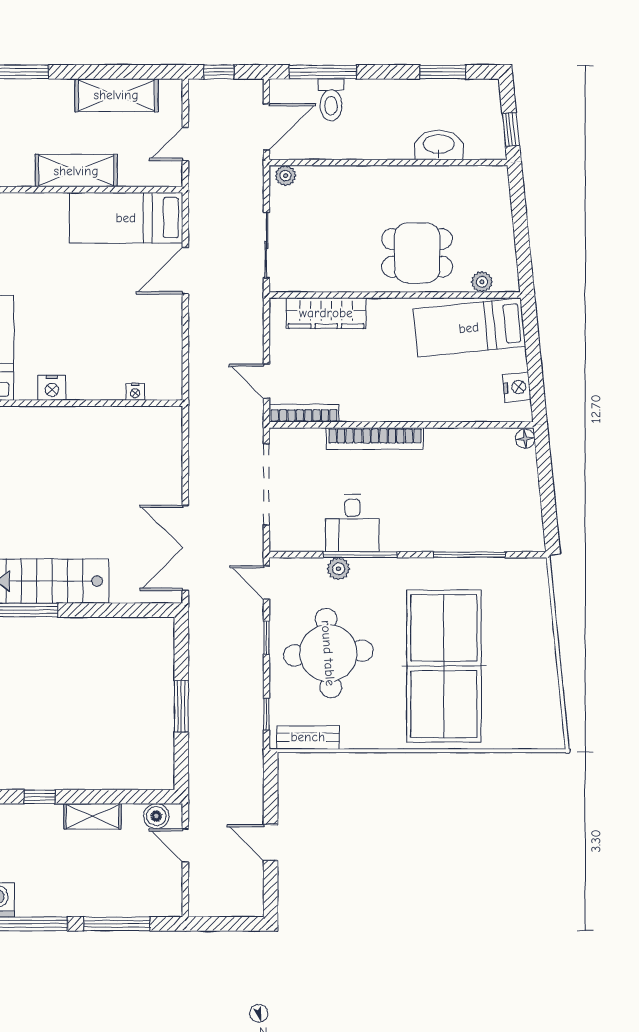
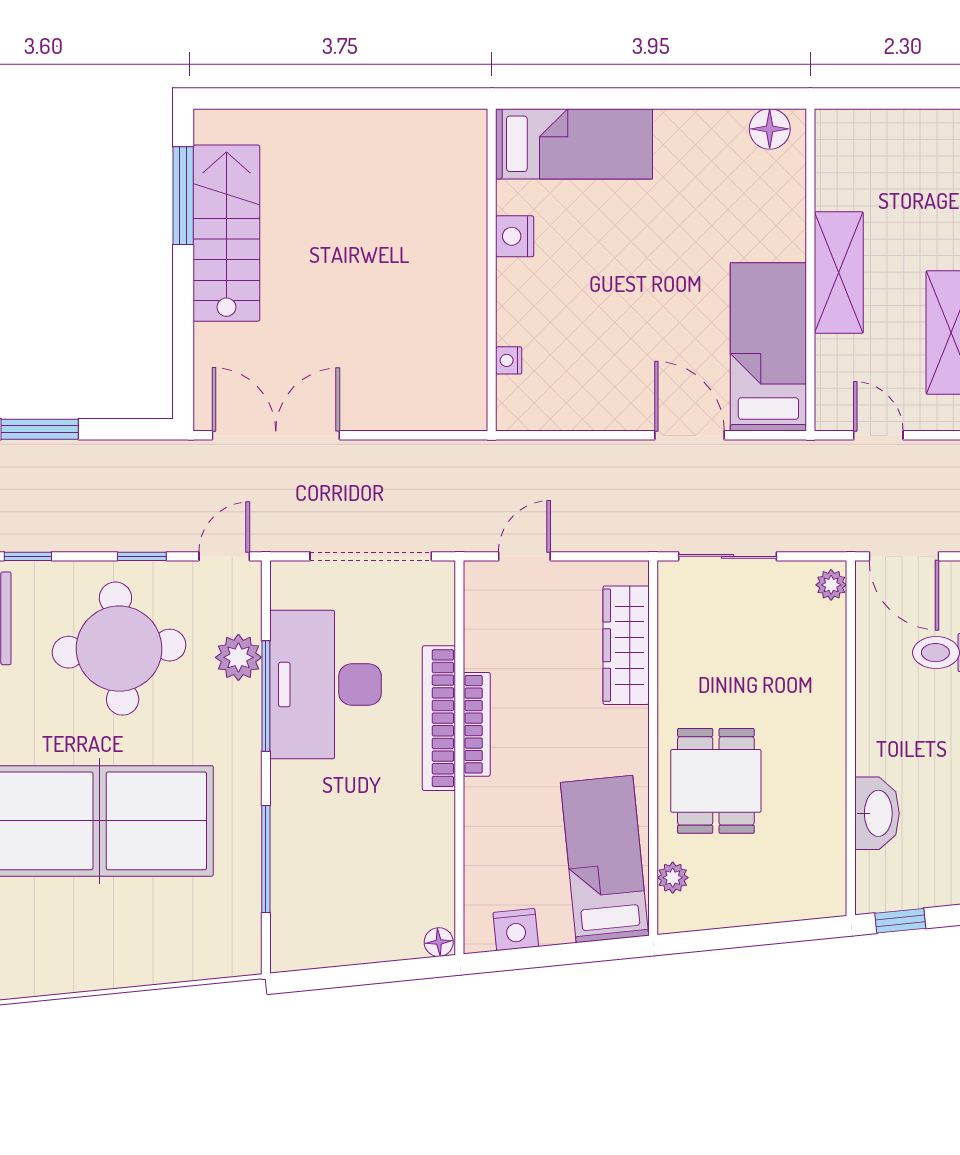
bookcase: (304, 413) -> (477, 724), moved
desk: (352, 523) -> (326, 685), width x1.87, depth x1.30
plant: (339, 569) -> (238, 657), width x1.38, depth x1.38

